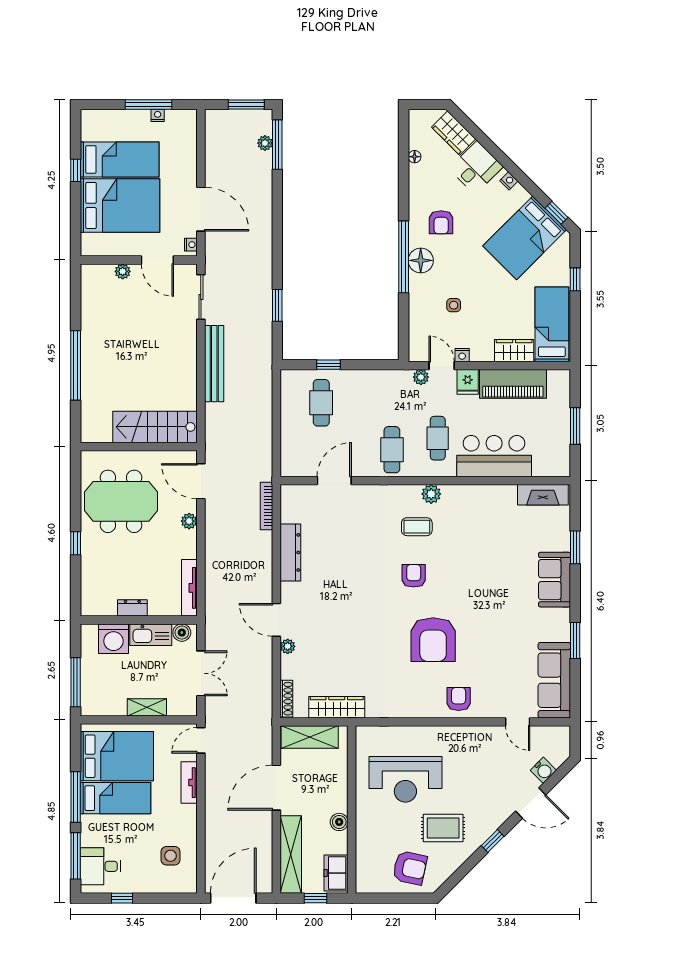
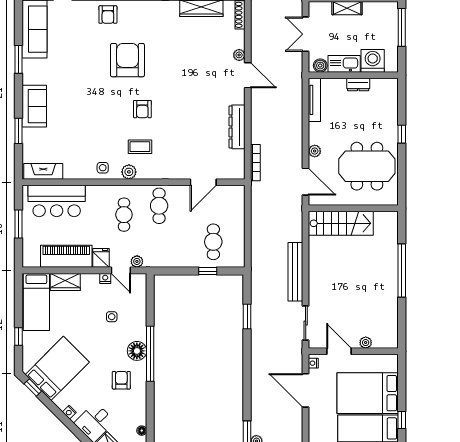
bar counter: (494, 456) -> (57, 201), moved
side table: (465, 499) -> (103, 168), added

